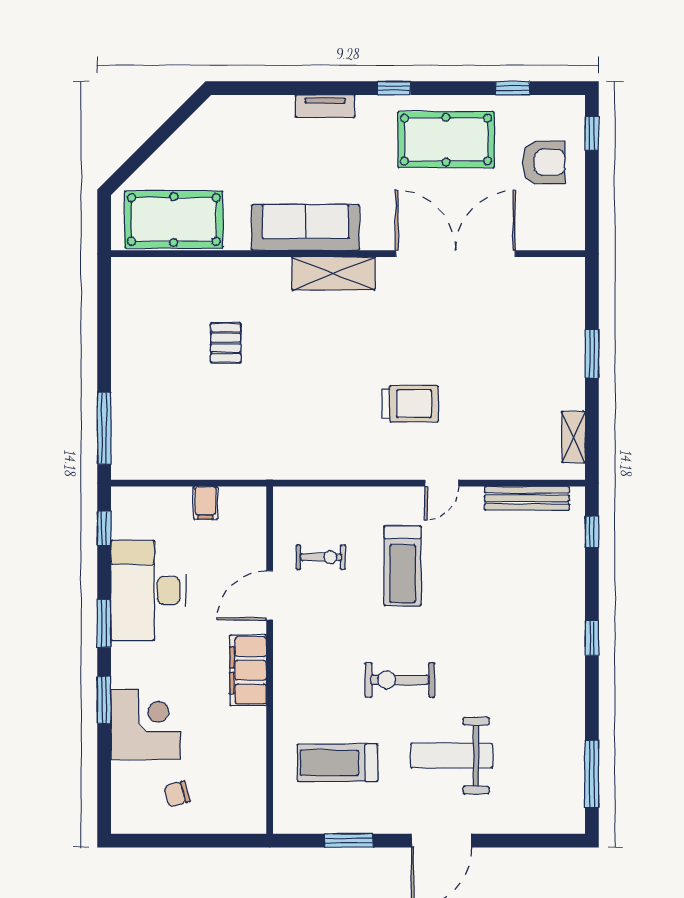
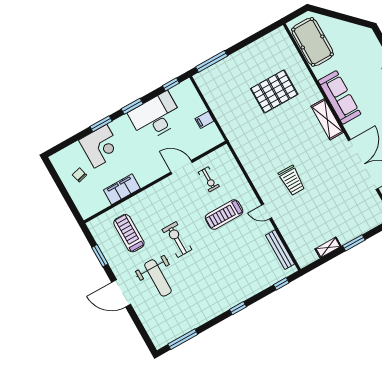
pallet: (226, 343) -> (274, 91), width x2.05, depth x2.00
shelving: (574, 437) -> (328, 248), moved
filing cabinet: (248, 670) -> (122, 189), moved
weight bench: (452, 756) -> (158, 278), turned 180

